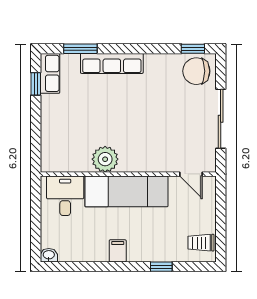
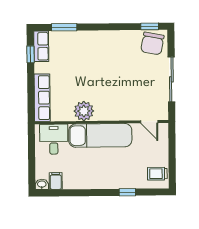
row of seats: (112, 63) -> (42, 98), moved, turned -90
chair: (196, 71) -> (152, 43), turned -79
filing cabinet: (118, 251) -> (56, 181), moved

